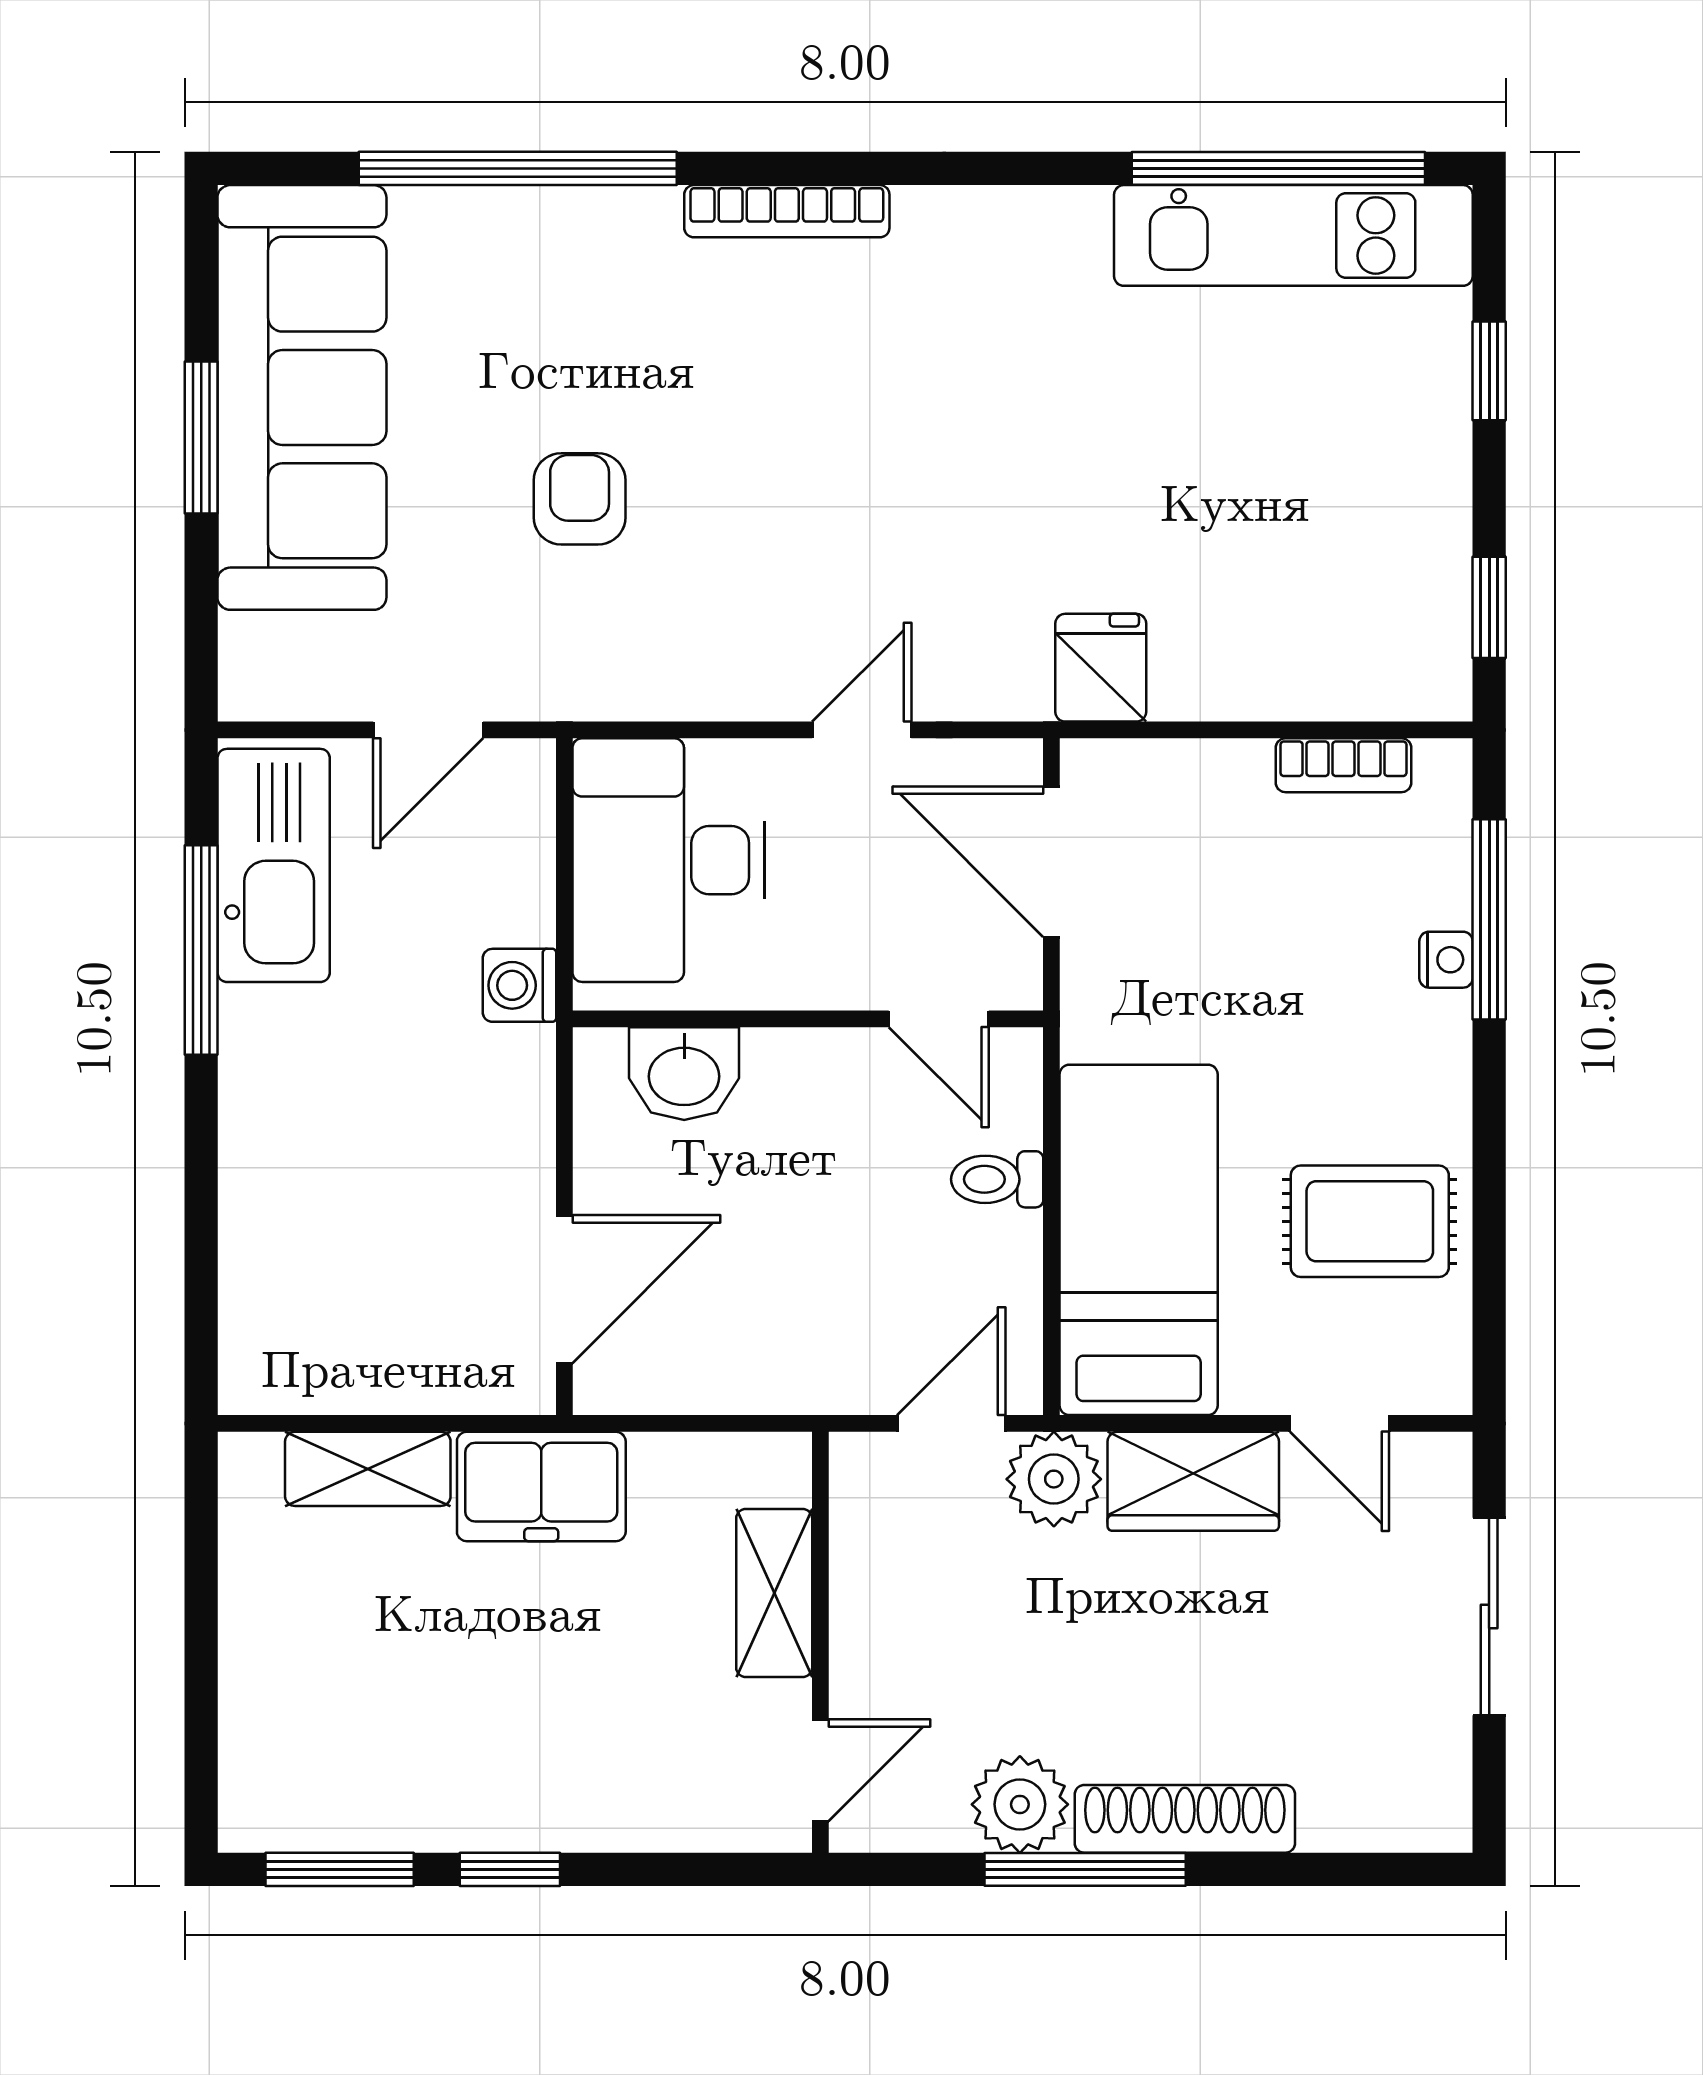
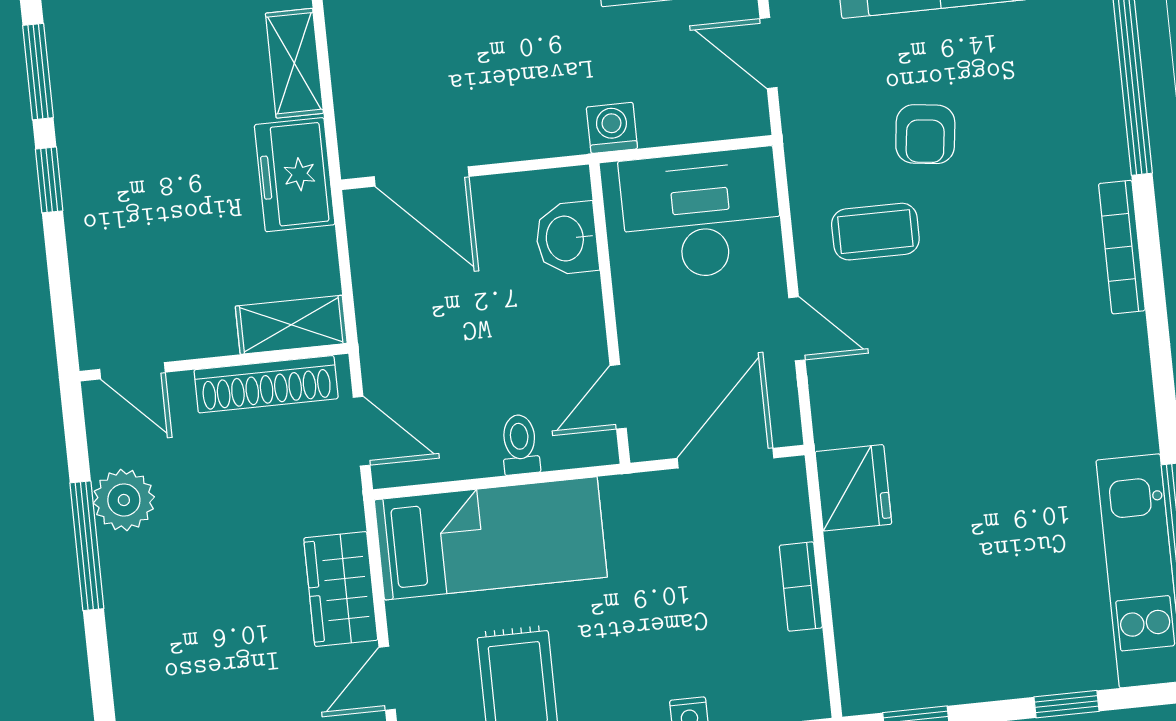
armchair: (580, 499) -> (925, 134), turned 97
coffee table: (723, 592) -> (875, 232), added
fridge: (1101, 668) -> (853, 488), width x1.38
bookcase: (1343, 765) -> (801, 587), moved
plant: (1054, 1479) -> (333, 500), removed
shelving: (774, 1593) -> (291, 325), moved
shoe rack: (1185, 1819) -> (266, 384), moved, turned 90

